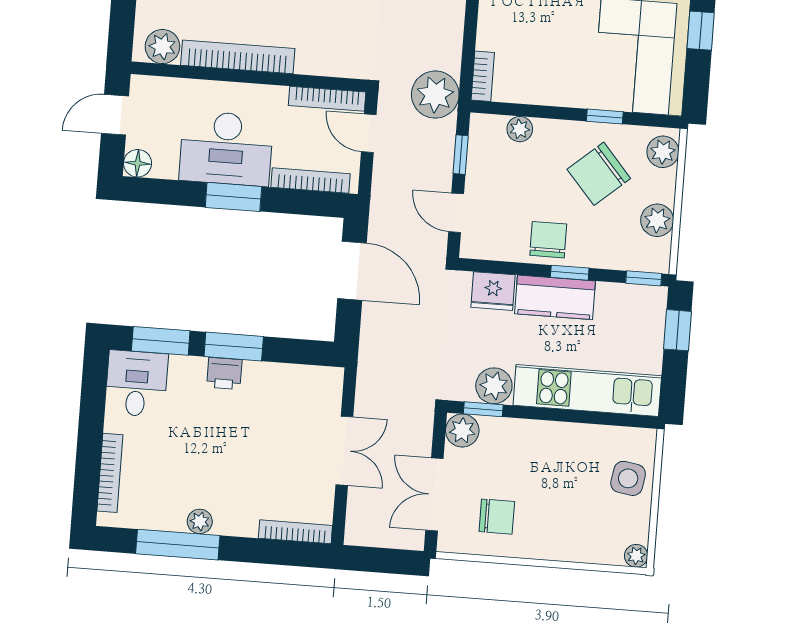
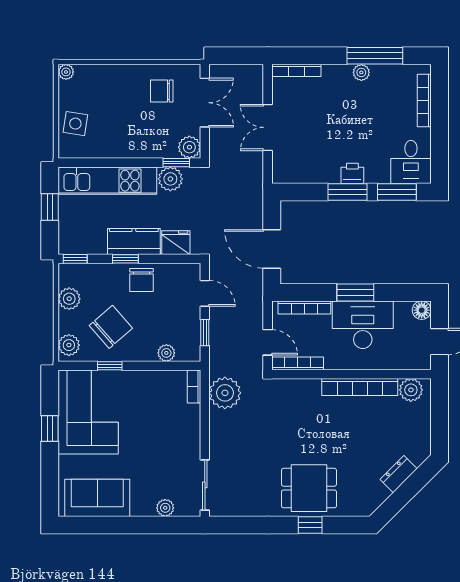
plant: (435, 95) -> (225, 393), moved
window: (678, 330) -> (50, 207), moved

